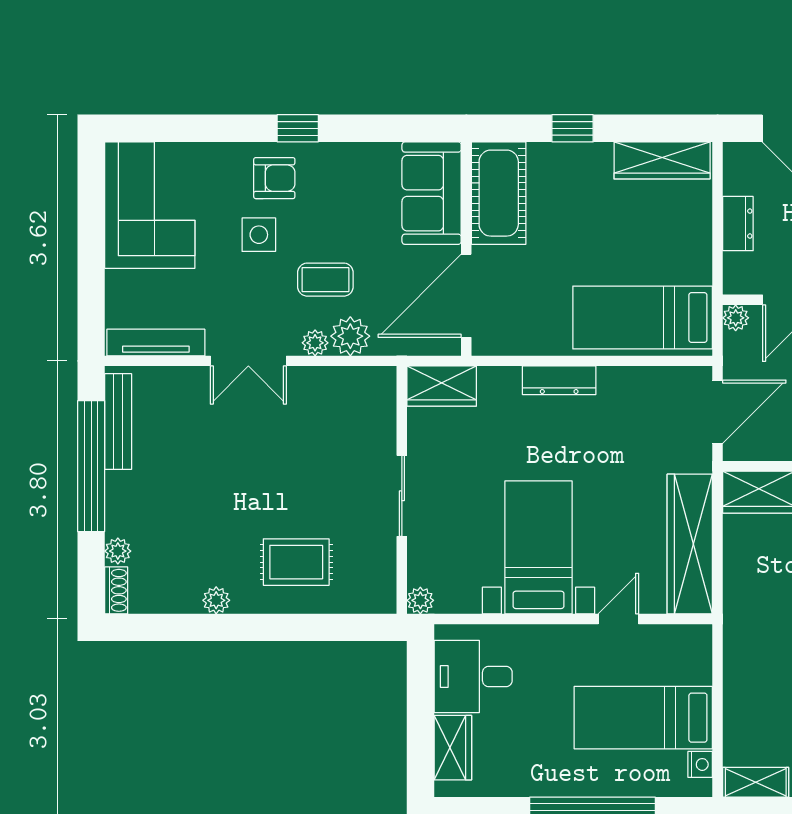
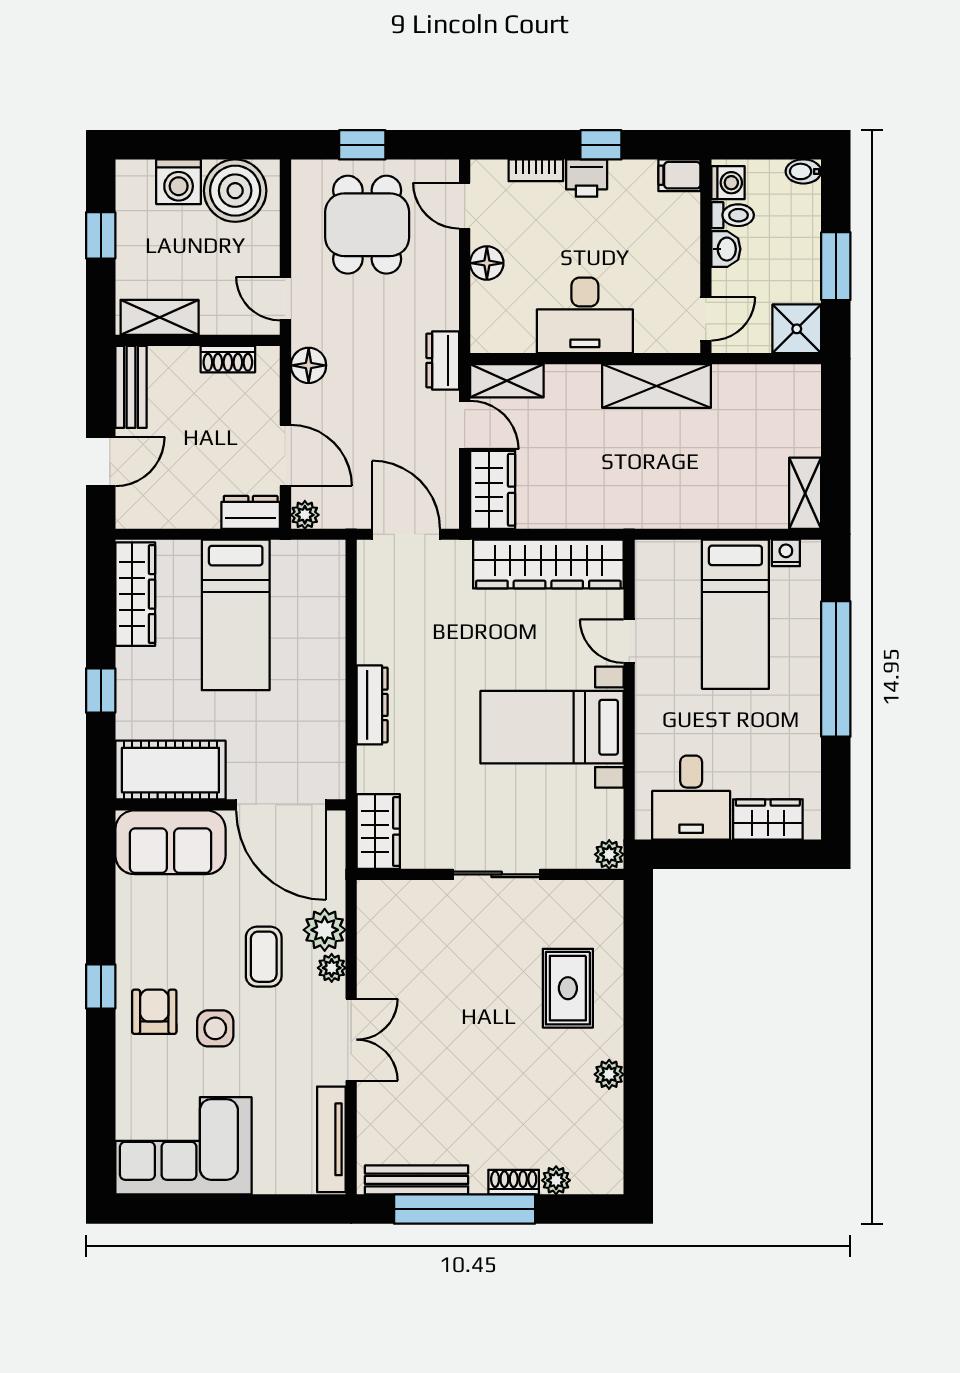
dresser: (738, 224) -> (251, 512), moved
bed: (643, 318) -> (236, 615), moved
shoe rack: (116, 590) -> (514, 1182), moved

